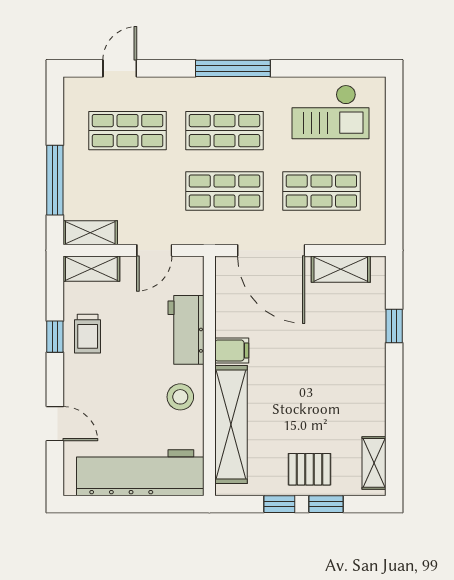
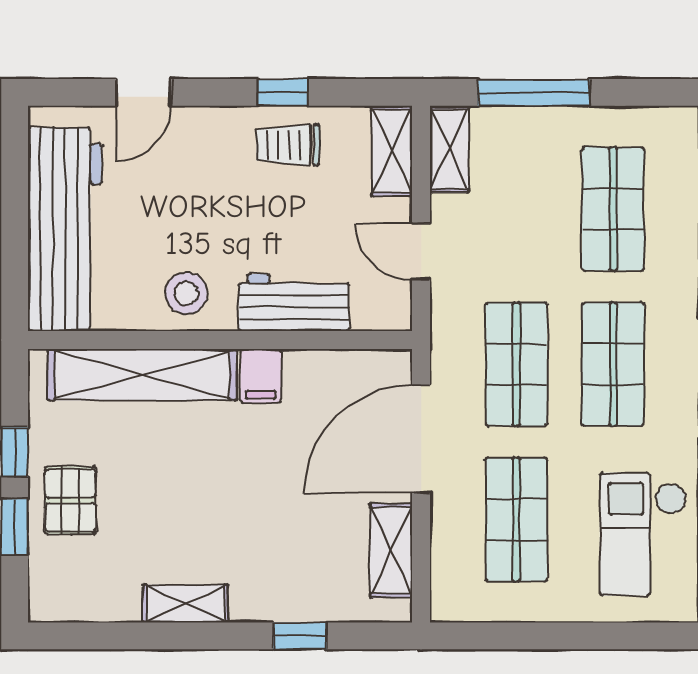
shelving: (374, 463) -> (186, 604), moved

